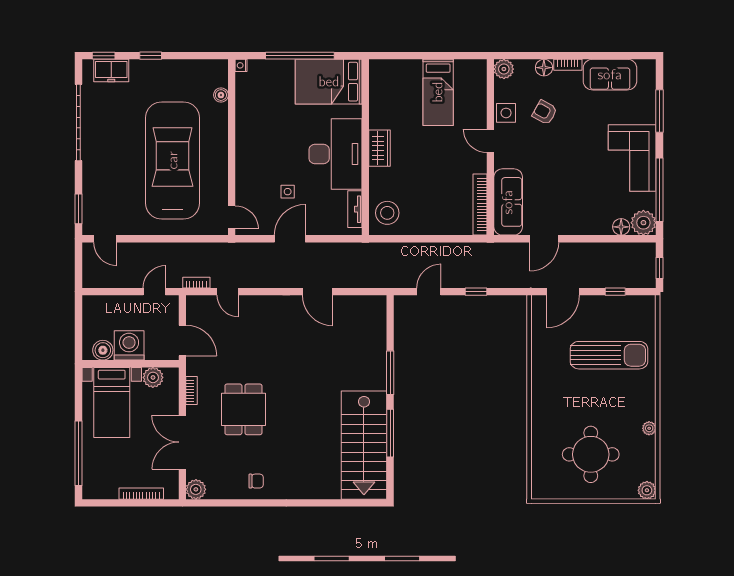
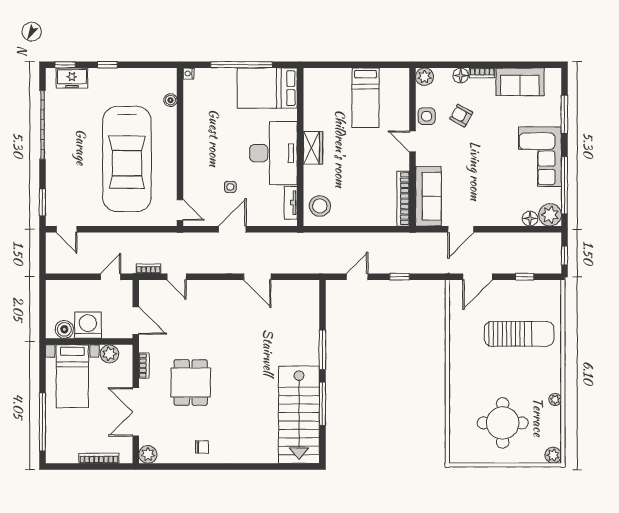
car: (173, 160) -> (127, 159), turned 180

